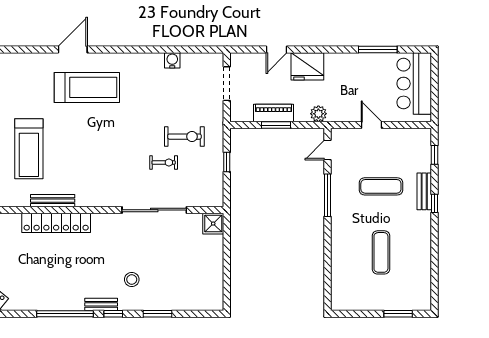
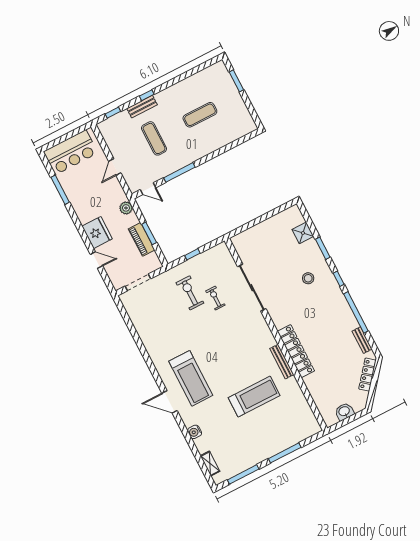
water cooler: (172, 60) -> (195, 432), moved
treadmill: (87, 87) -> (191, 378), turned 180
shower: (213, 224) -> (303, 233), moved
bench: (101, 304) -> (362, 340), moved

